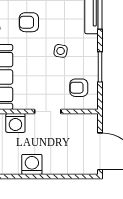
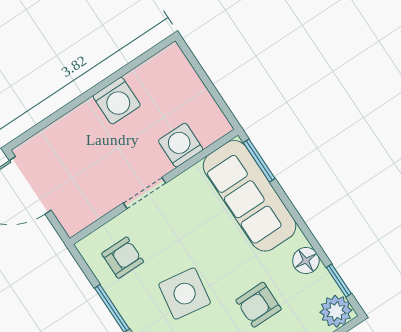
armchair: (29, 22) -> (259, 305), turned 180
side table: (61, 51) -> (185, 294), width x1.87, depth x1.87

